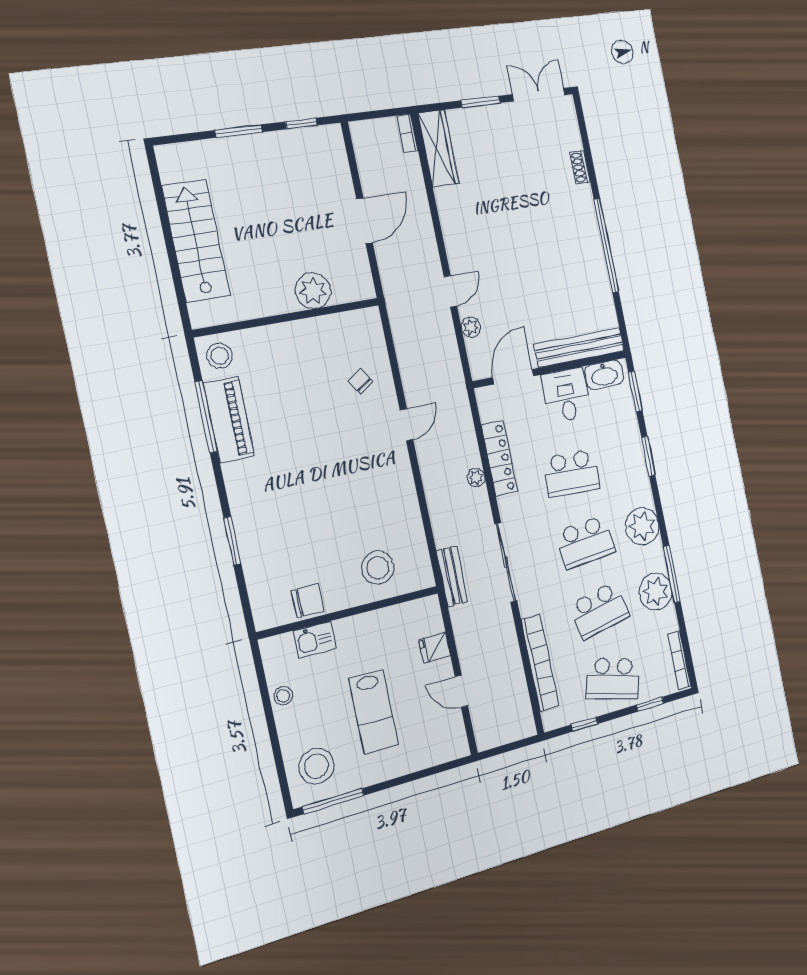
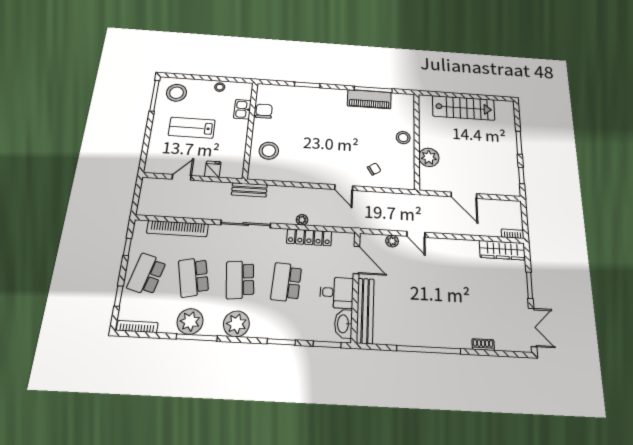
stool: (220, 356) -> (403, 138), moved
chair: (308, 601) -> (264, 111), turned 180

